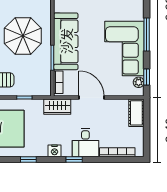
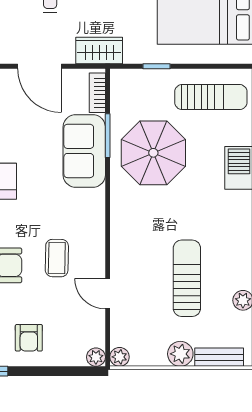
parasol: (23, 36) -> (153, 153), moved
sofa: (66, 41) -> (84, 151), width x0.73

